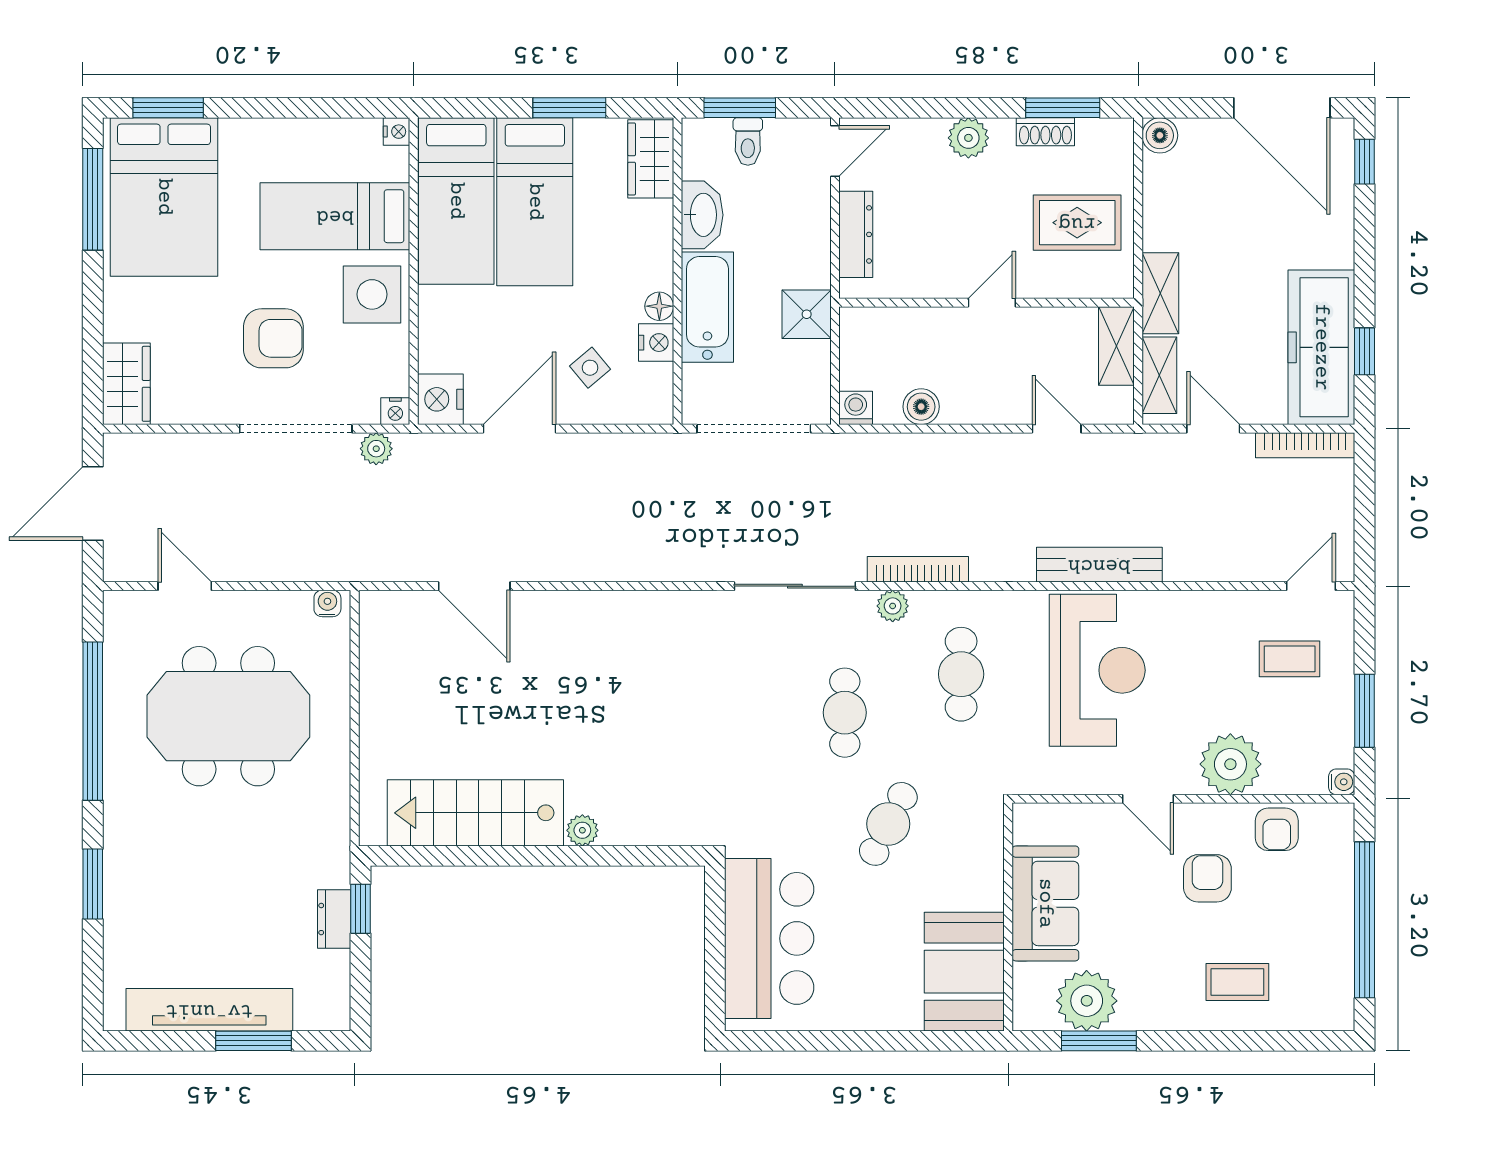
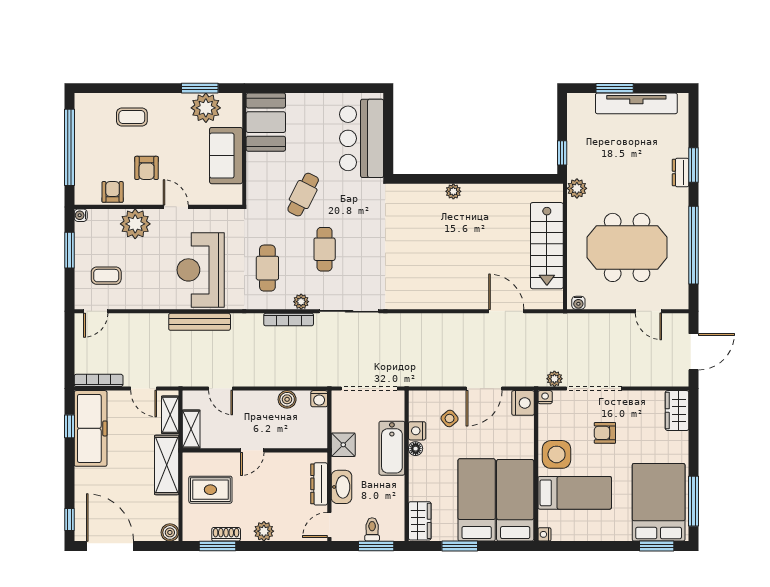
washbasin: (702, 215) -> (341, 487), moved, turned 180
shelving: (1160, 293) -> (167, 465), width x1.50, depth x1.33
armchair: (273, 338) -> (605, 433), width x0.72, depth x0.72
stairs: (475, 813) -> (547, 246), moved, turned 90
plant: (331, 836) -> (577, 188), added
dresser: (334, 919) -> (681, 173), moved, turned 180

